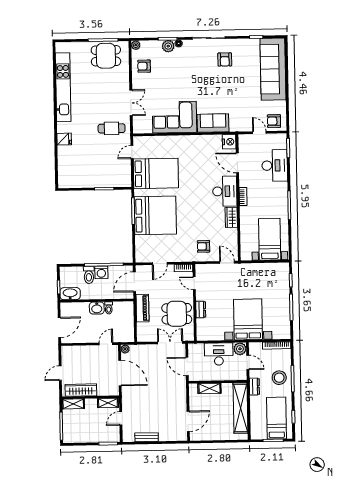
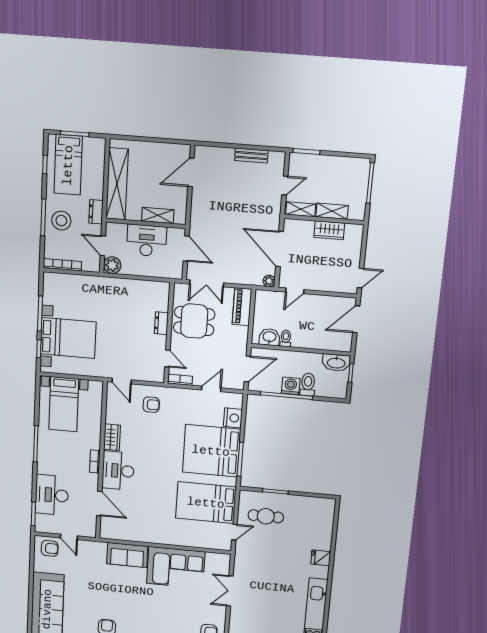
cafe table: (112, 128) -> (266, 516), moved
nightstand: (229, 142) -> (233, 418), moved, turned 180
washbasin: (97, 308) -> (269, 337), moved
piano: (142, 308) -> (242, 307), moved
bed with nightstands: (248, 319) -> (68, 338), moved, turned -90
desk: (219, 354) -> (147, 241), moved, turned 180
door: (60, 373) -> (360, 278), moved
wardrobe: (81, 390) -> (329, 230), width x0.67
shelving: (73, 404) -> (332, 211), moved

